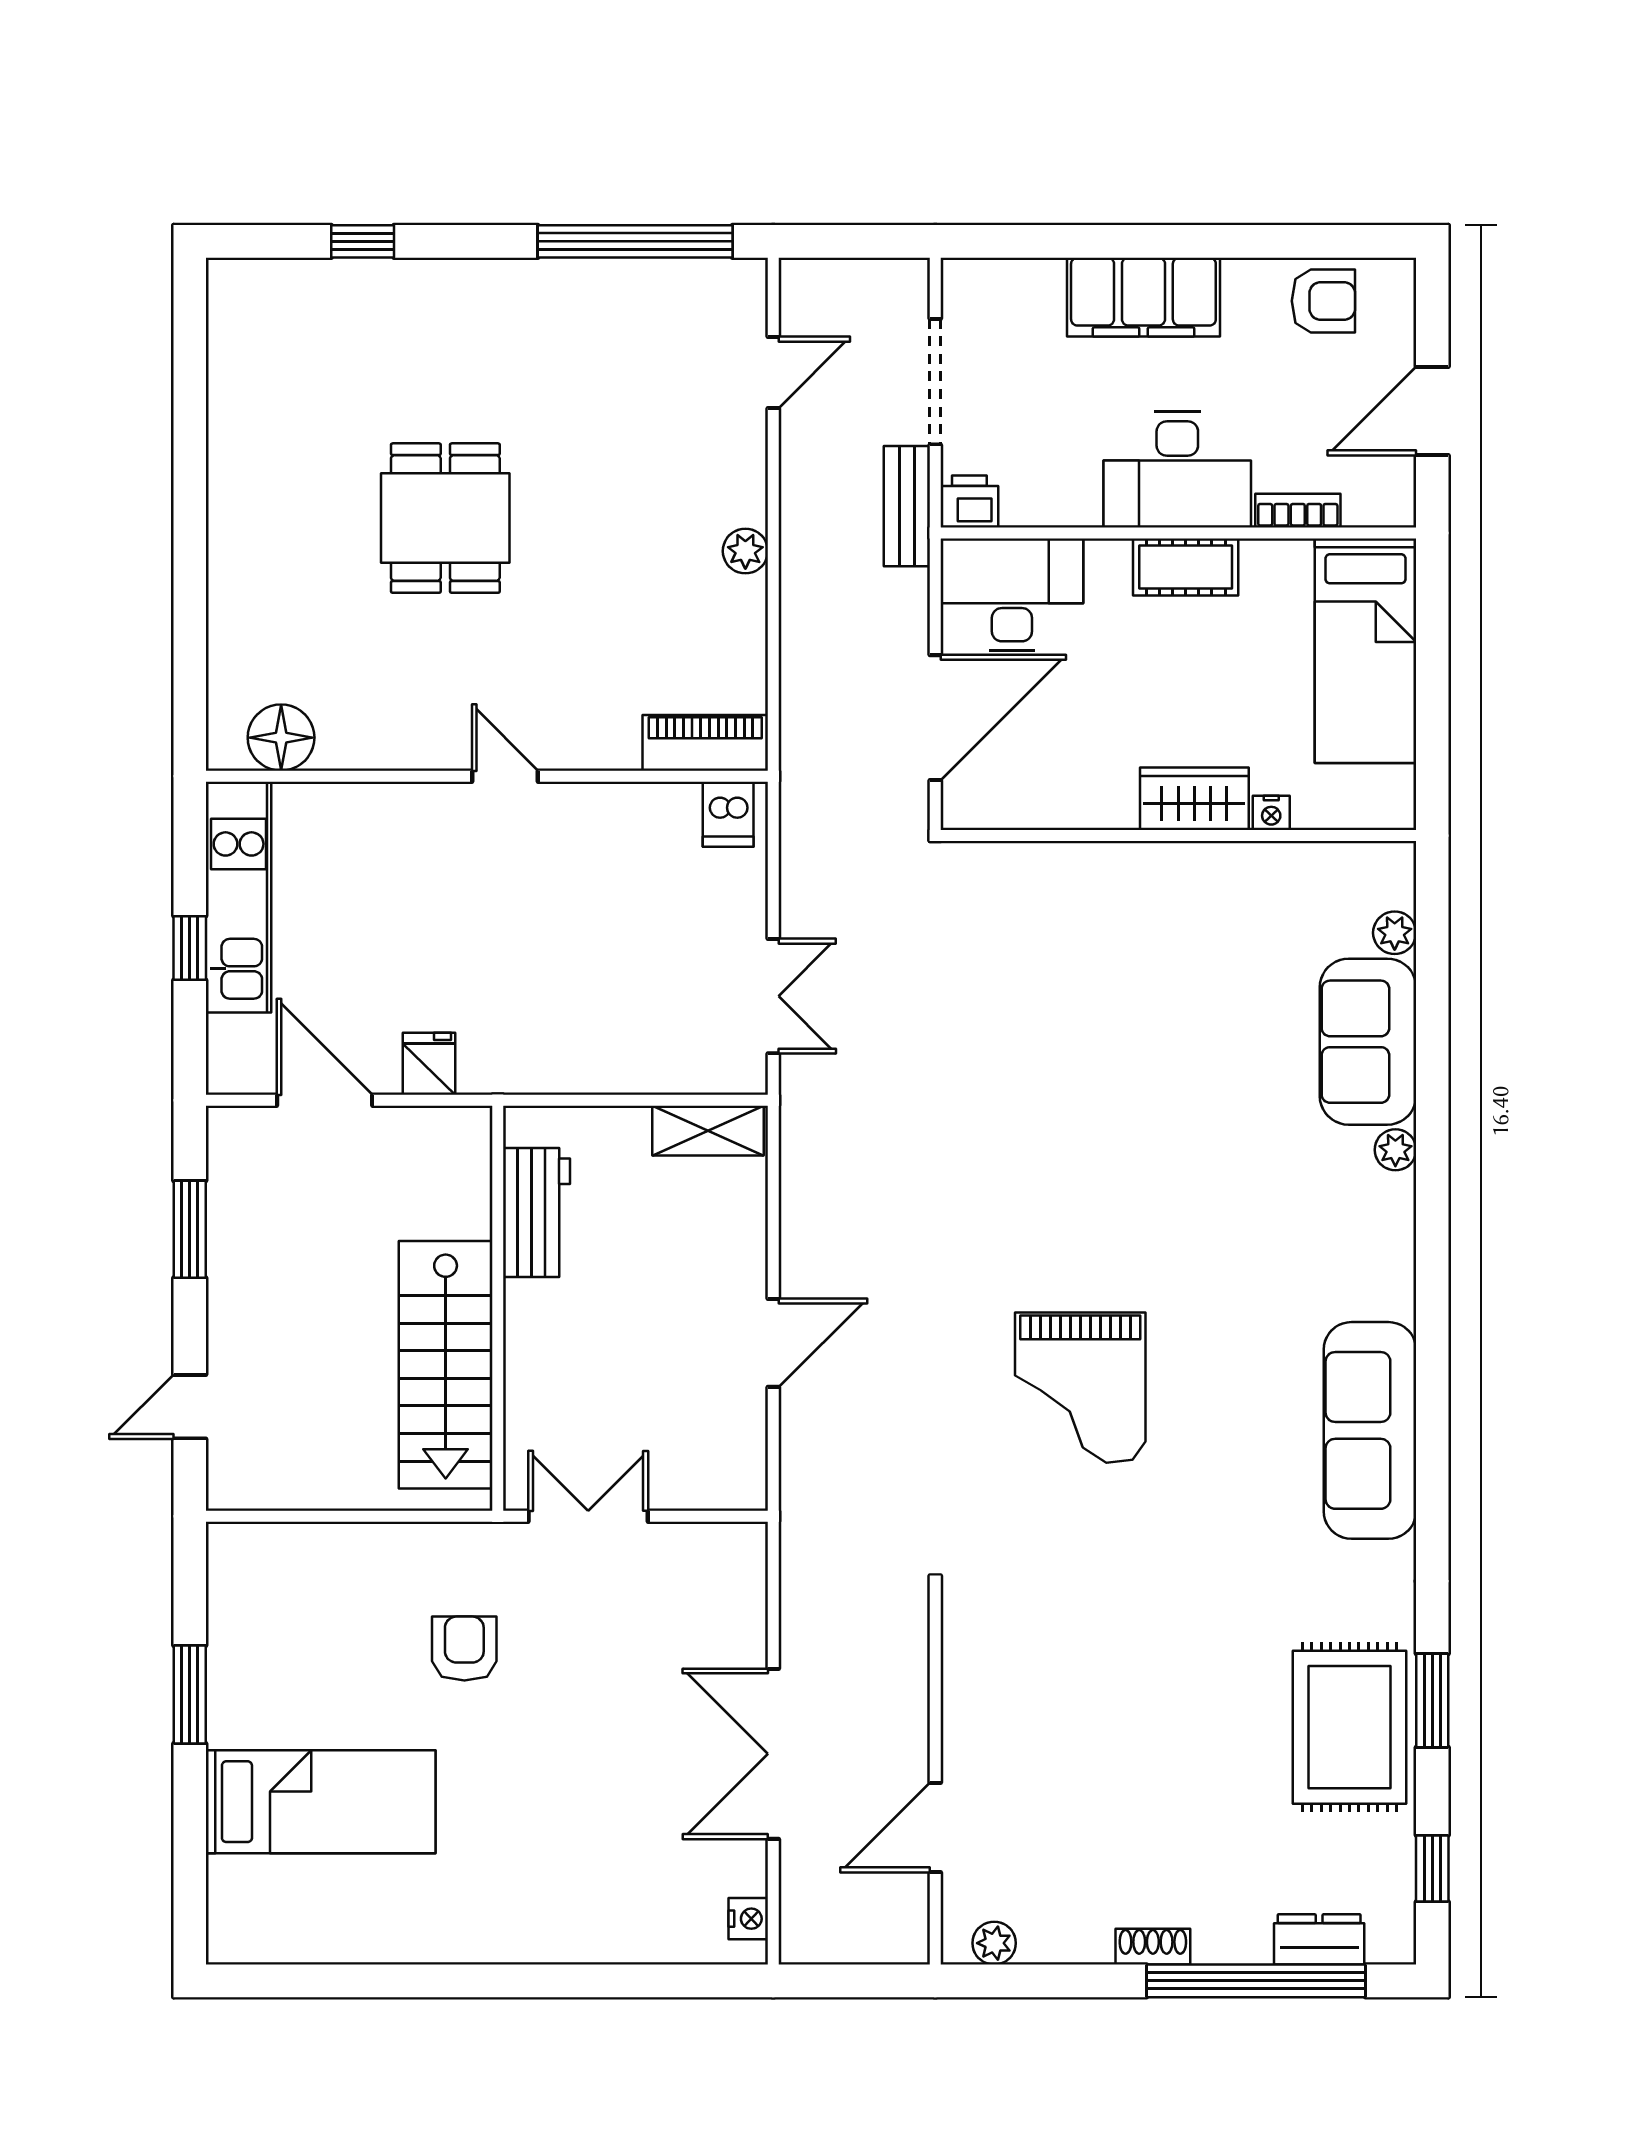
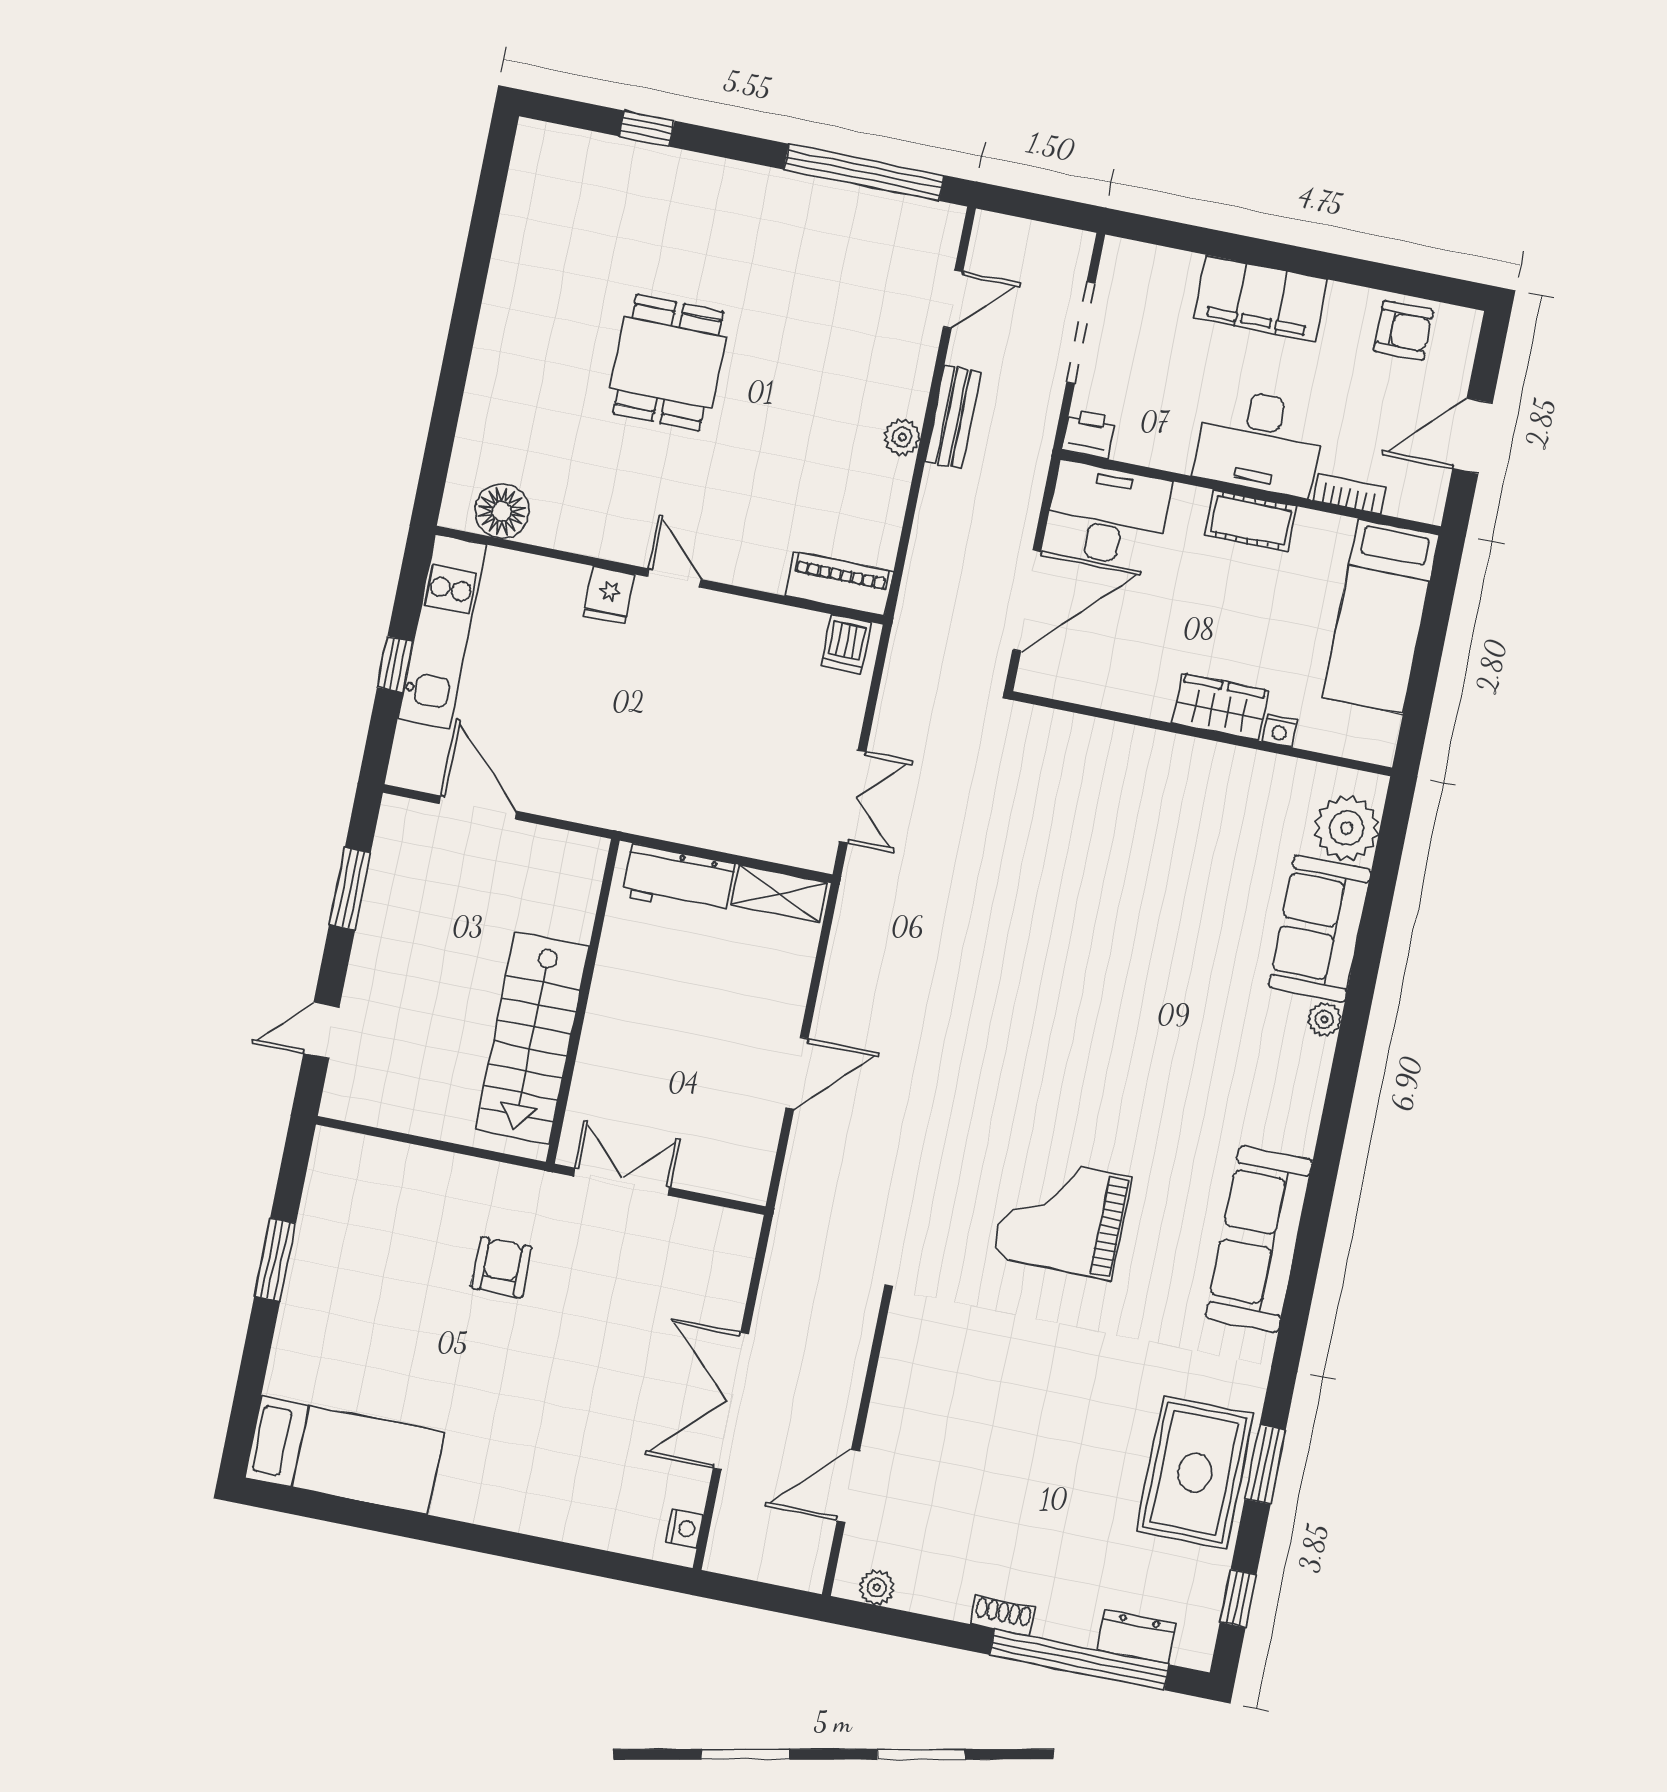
bench: (907, 506) -> (953, 417), moved
plant: (1395, 933) -> (1347, 828), width x1.87, depth x1.87
fridge: (429, 1064) -> (609, 595), moved, turned 180
workbench: (536, 1213) -> (679, 880), moved, turned 90
grand piano: (1080, 1388) -> (1062, 1217), moved, turned 90
bed: (321, 1802) -> (344, 1455), moved

